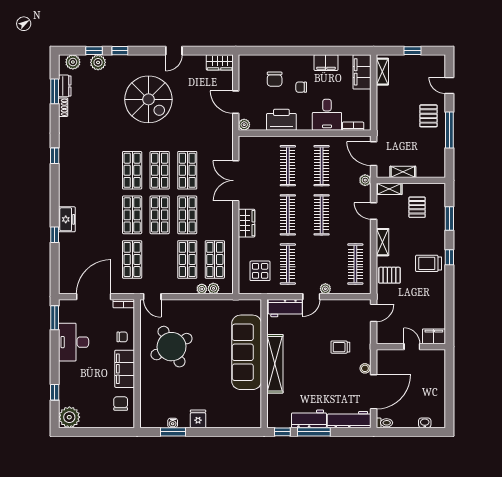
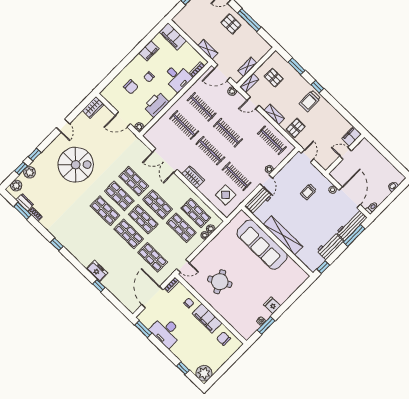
shelving: (382, 72) -> (208, 49), moved
round table: (172, 347) -> (220, 282), width x0.73, depth x0.73
window: (314, 432) -> (354, 236), moved

